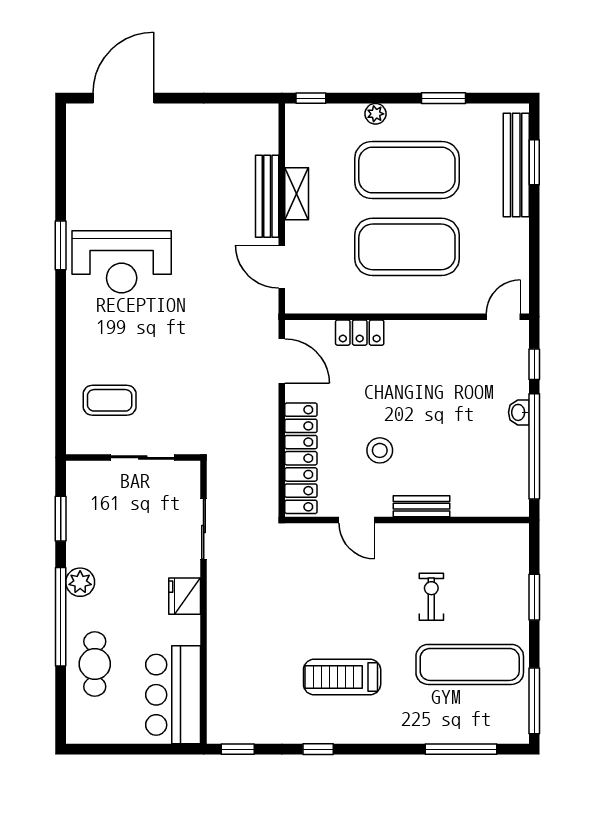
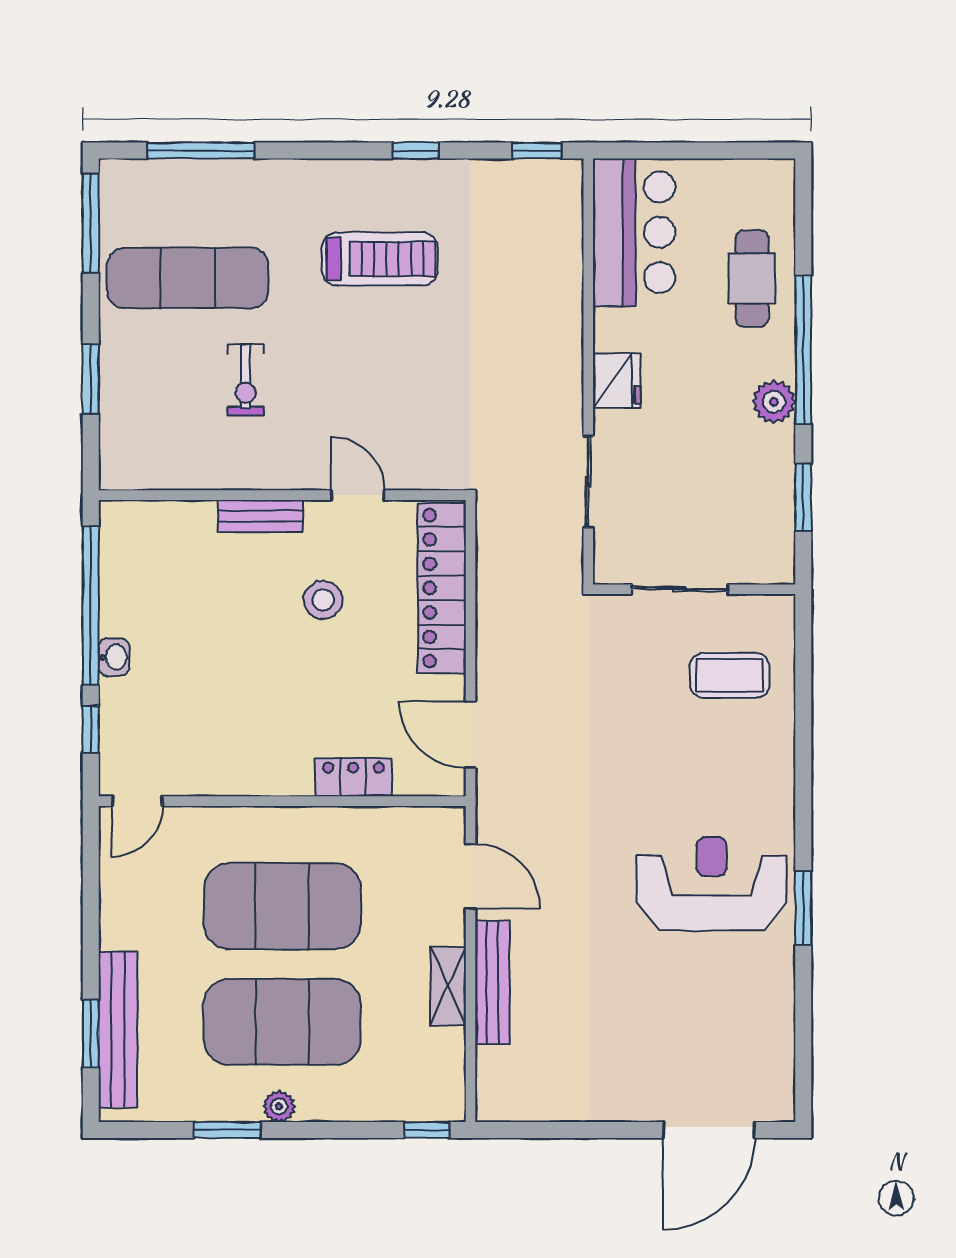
plant: (376, 114) -> (279, 1106), moved

